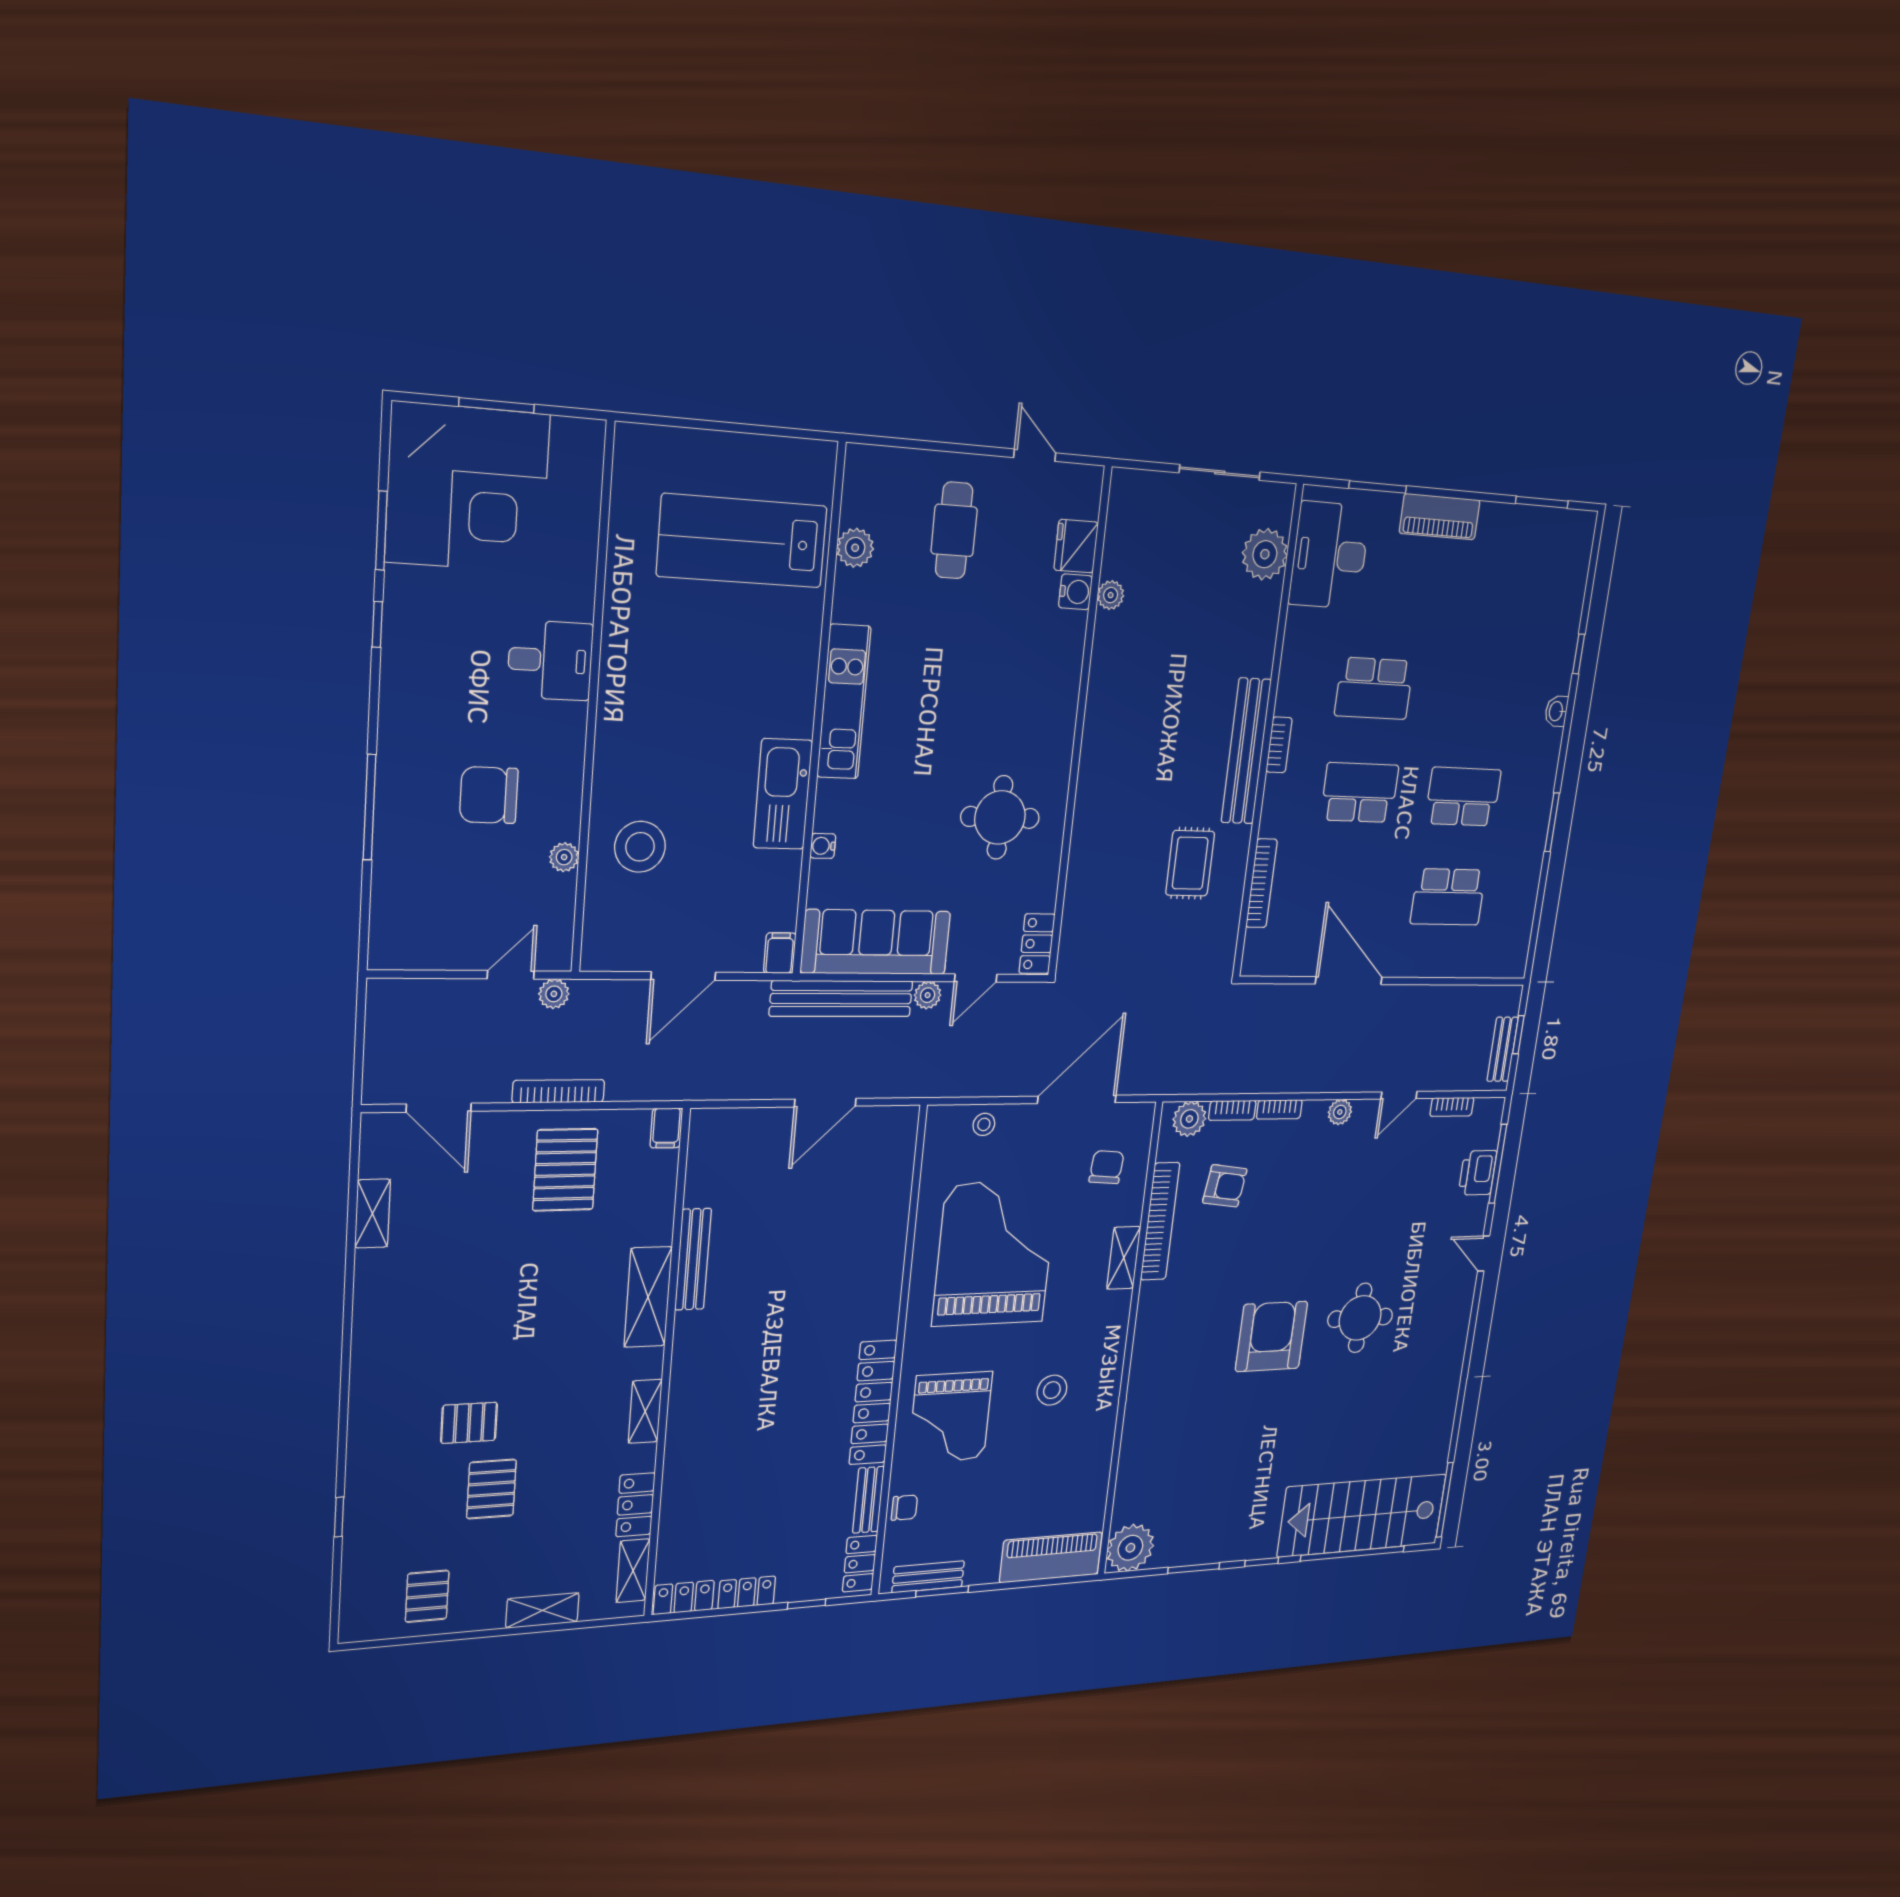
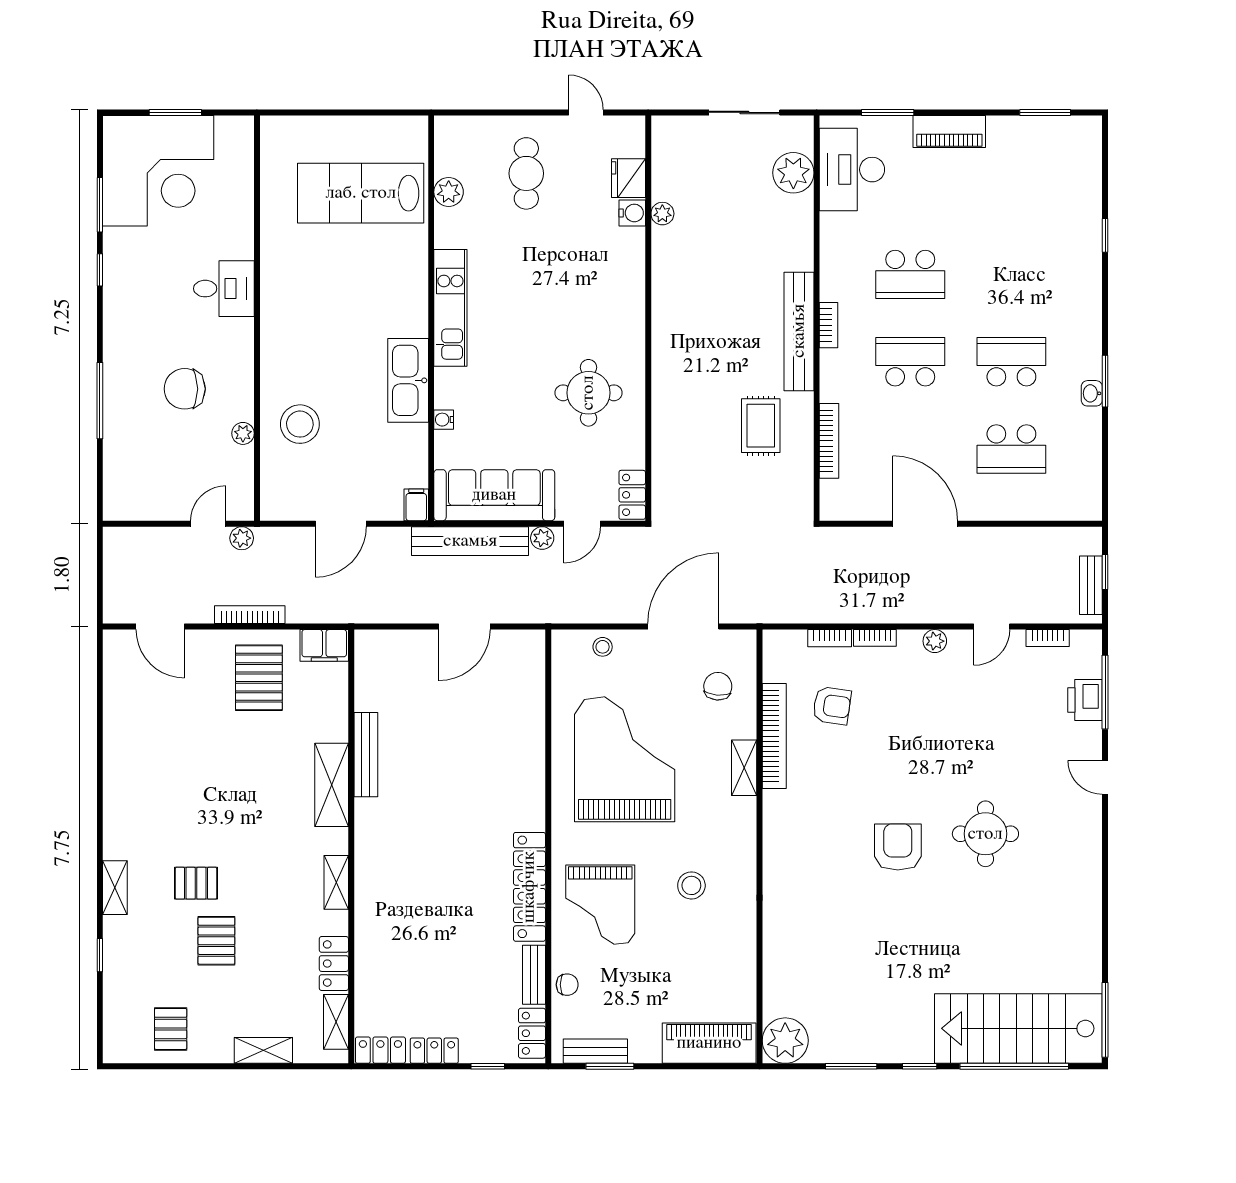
washbasin: (1556, 711) -> (1092, 393), moved
plant: (1189, 1119) -> (790, 645), removed
filing cabinet: (666, 1128) -> (324, 645), width x2.00
shelving: (372, 1214) -> (115, 888), moved
armchair: (1271, 1336) -> (898, 847), width x0.73, depth x0.73

